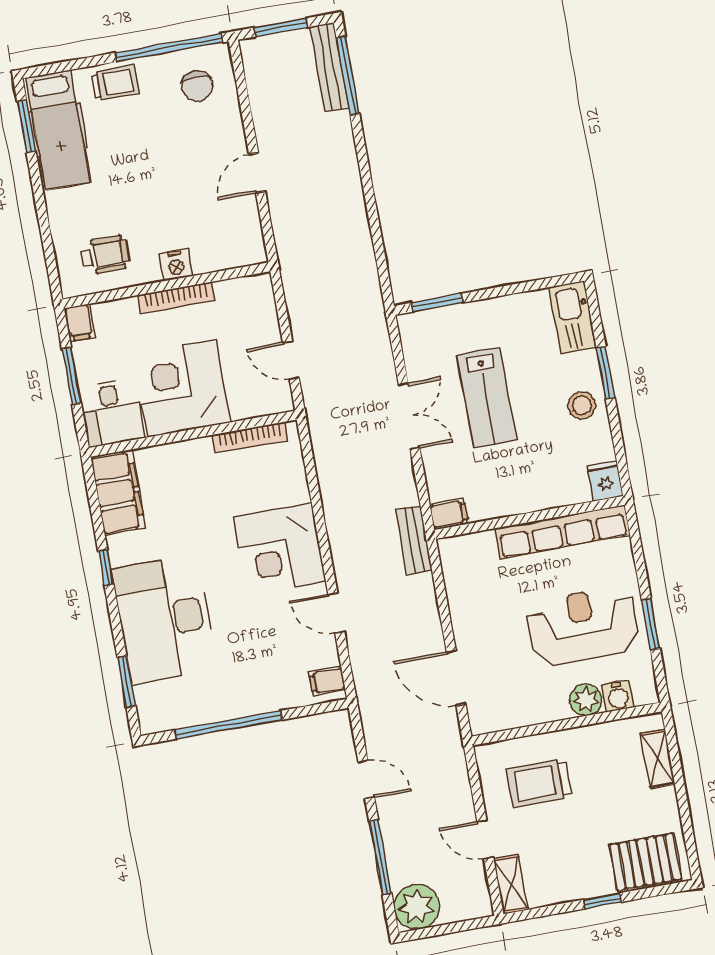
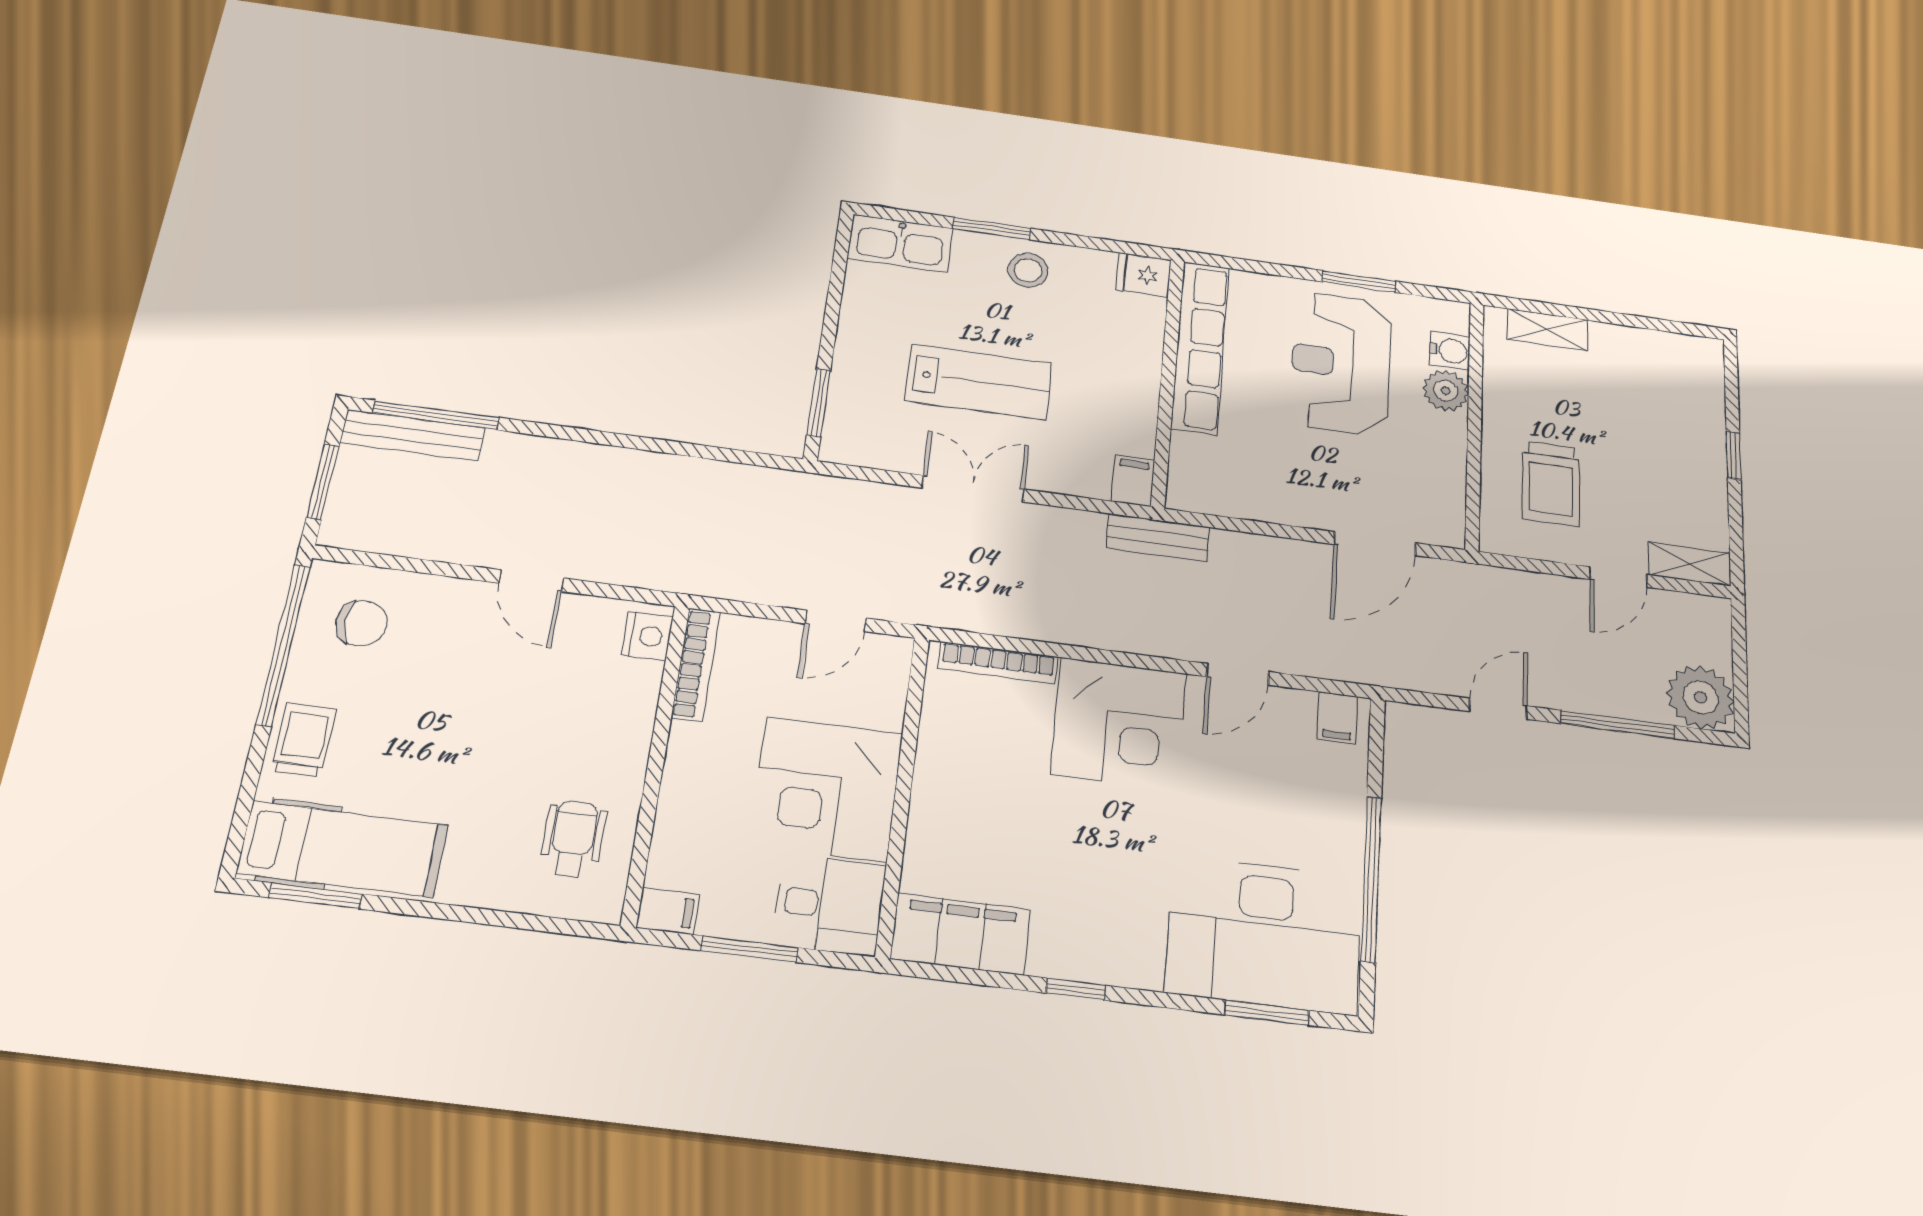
nightstand: (176, 265) -> (647, 636), moved
bookcase: (176, 298) -> (696, 664), moved
bookcase: (250, 438) -> (998, 663), moved, turned 90
desk: (164, 619) -> (1264, 935), moved
pallet: (645, 862) -> (1688, 387), removed

